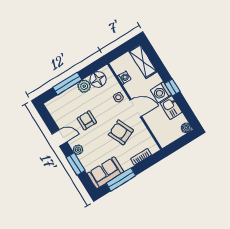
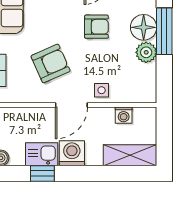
floor lamp: (98, 79) -> (144, 27), moved
window: (172, 87) -> (42, 173), moved

